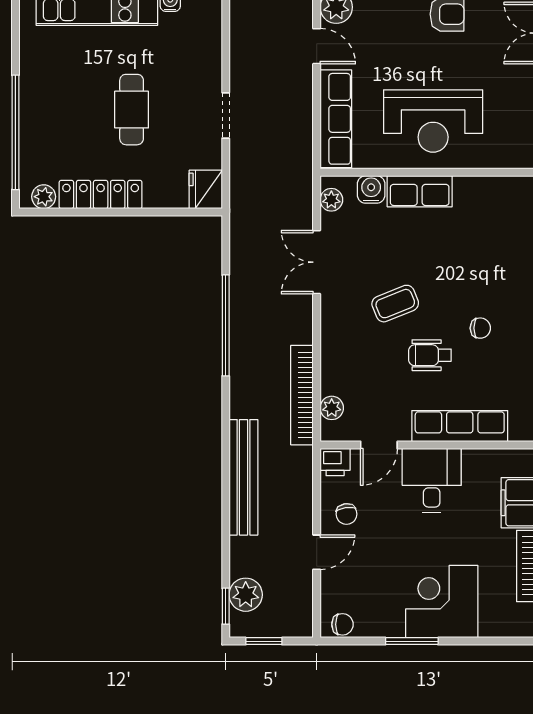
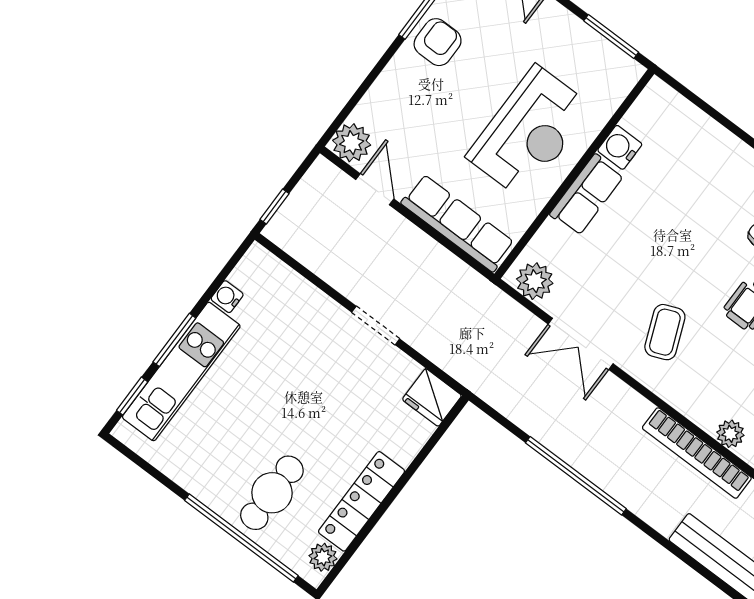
door: (317, 46) -> (375, 189), hinge flipped
cafe table: (132, 110) -> (272, 493), moved, turned 90
water cooler: (371, 189) -> (620, 147), moved
plant: (331, 200) -> (535, 281), width x1.38, depth x1.38
coffee table: (395, 304) -> (665, 332), moved

